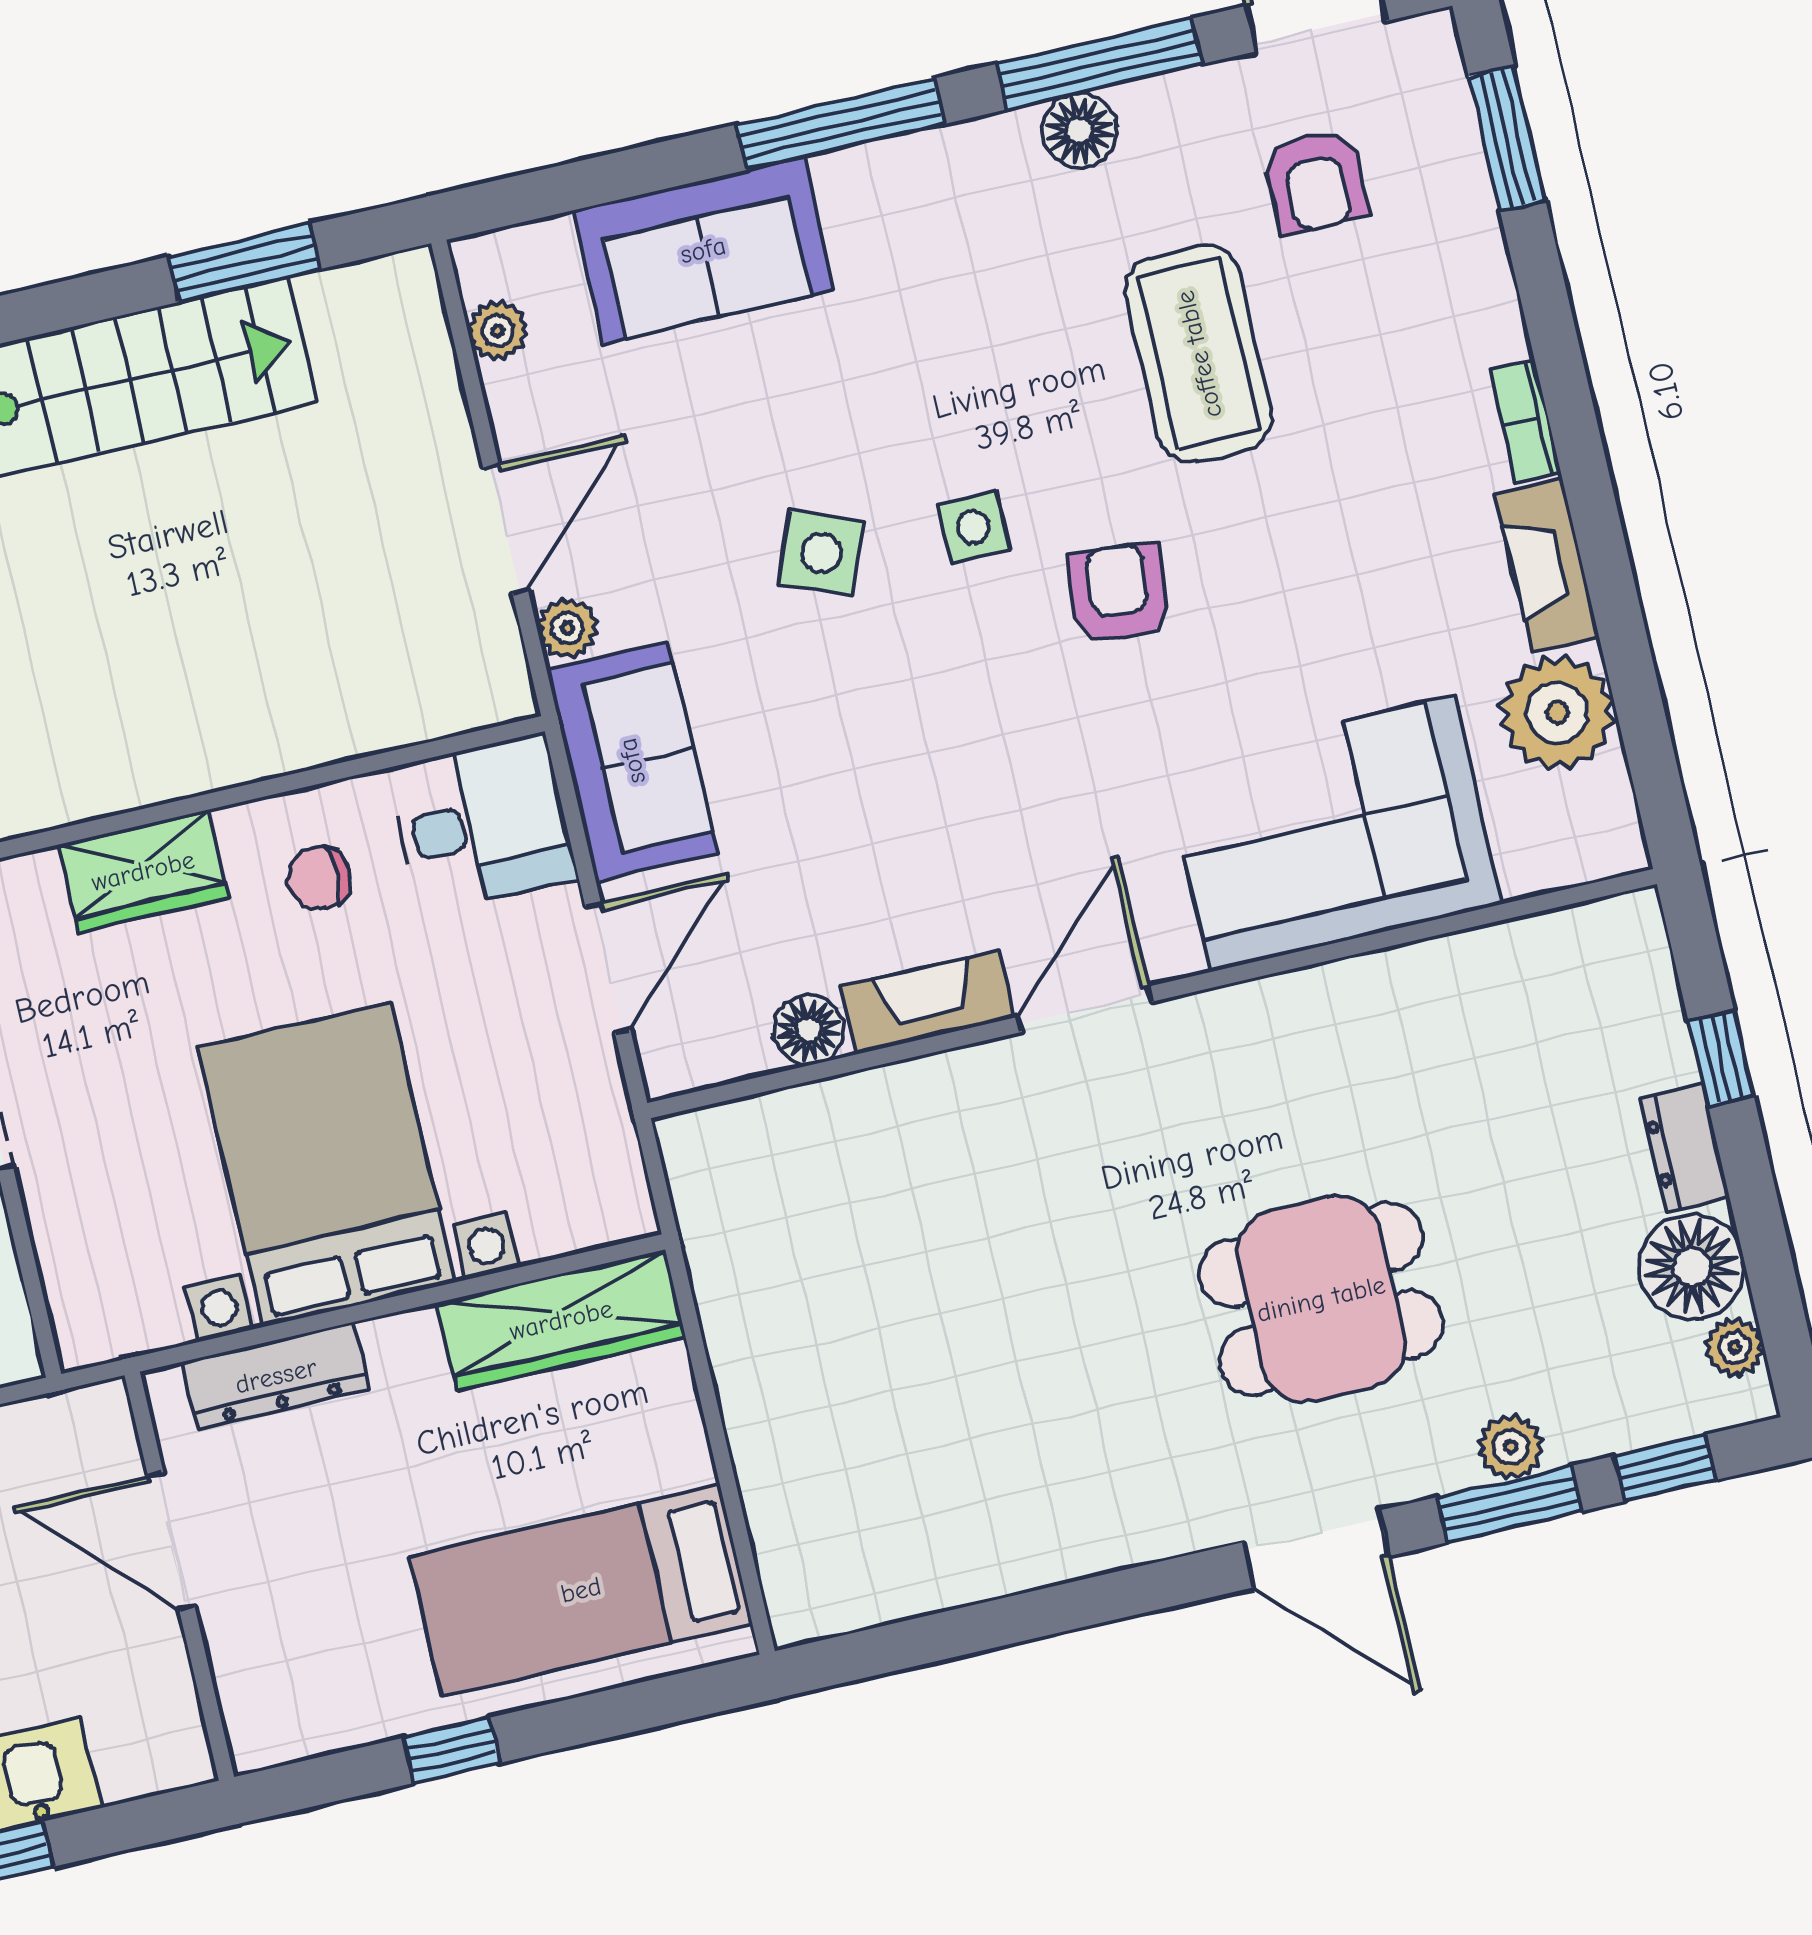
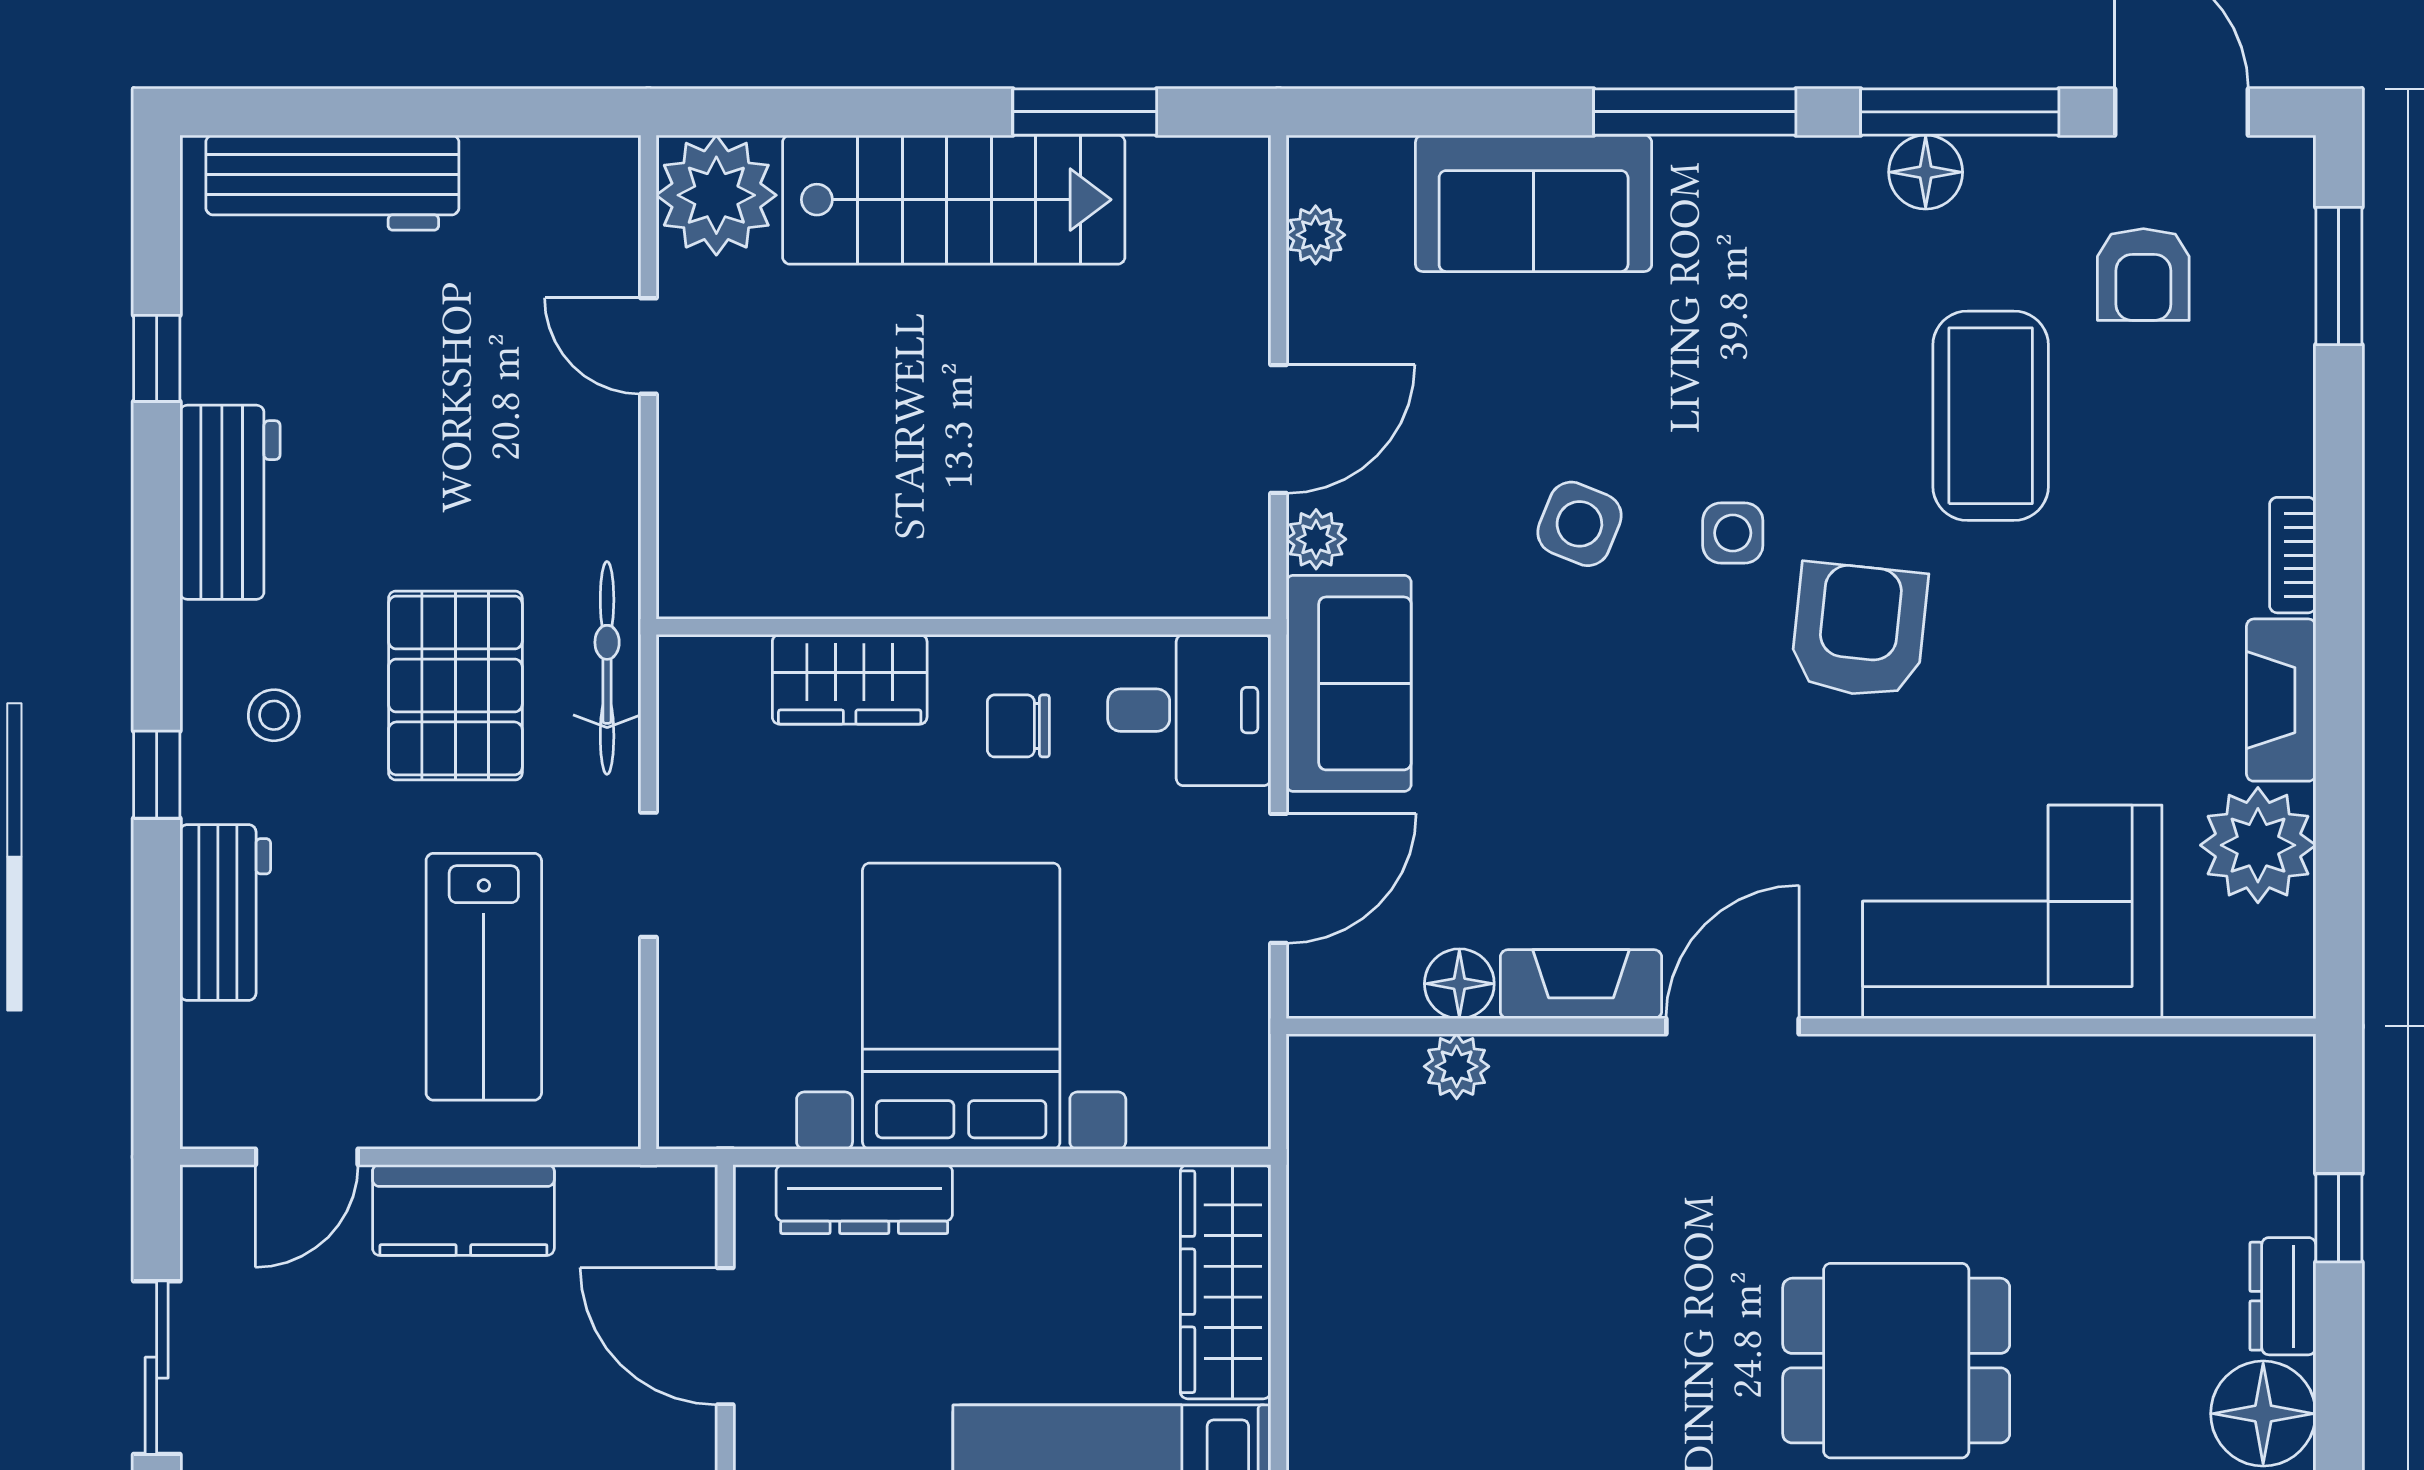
armchair: (1119, 594) -> (1859, 630), width x1.38, depth x1.38
plant: (825, 1111) -> (1457, 1066), added
wardrobe: (561, 1320) -> (1226, 1282), moved, turned 90

